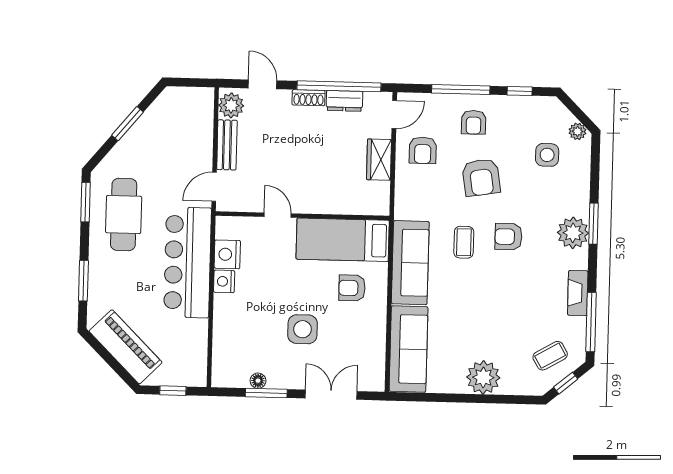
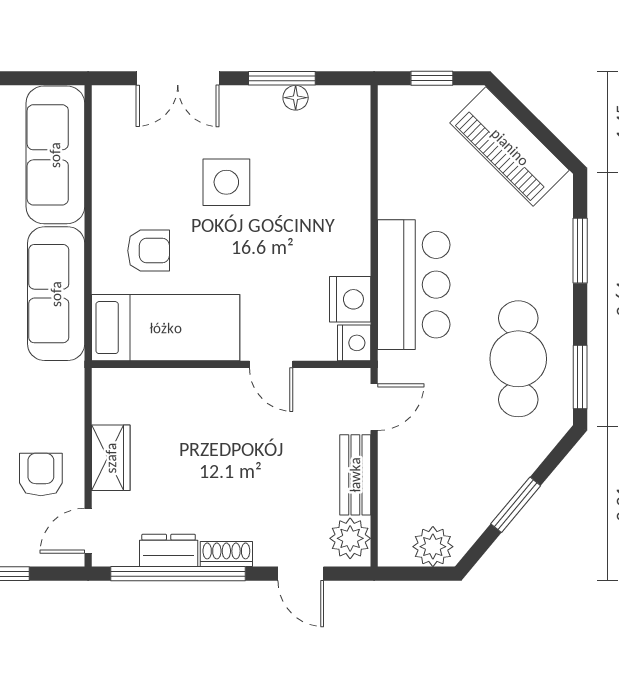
plant: (180, 99) -> (433, 547), added
bar counter: (187, 262) -> (414, 285), width x0.73
nightstand: (224, 281) -> (354, 343), moved

